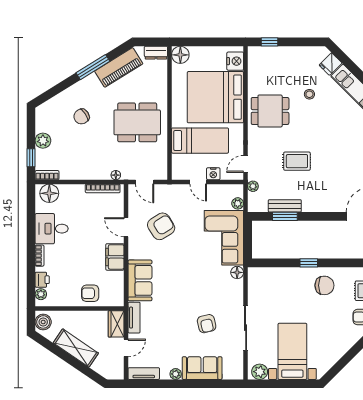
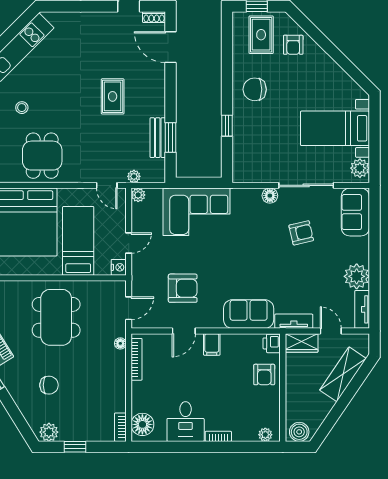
chair: (82, 116) -> (49, 385), turned -56
plant: (43, 141) -> (49, 432), moved
window: (31, 158) -> (75, 447), moved
rug: (297, 161) -> (113, 96), moved
nightstand: (213, 174) -> (119, 267), moved
plant: (238, 203) -> (138, 195), moved
armchair: (161, 226) -> (183, 288), turned 122
filing cabinet: (115, 257) -> (212, 344), width x0.50
window: (309, 263) -> (227, 126), moved
floor lamp: (237, 272) -> (270, 196), moved
printer: (42, 280) -> (272, 343), moved, turned -90
chair: (324, 285) -> (255, 89), turned -90
shelving: (76, 348) -> (343, 374), moved
sofa: (202, 368) -> (355, 212), moved
plant: (176, 374) -> (357, 276), width x1.88, depth x1.88

